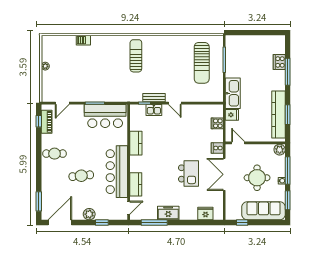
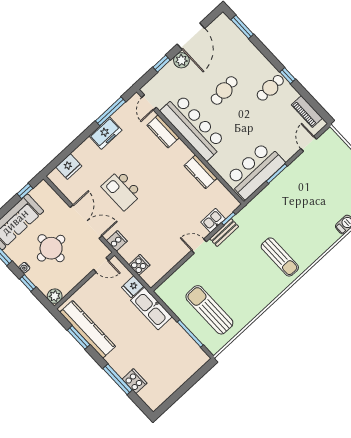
window: (39, 121) -> (288, 76), moved
window: (288, 171) -> (28, 283), width x0.46
door: (60, 223) -> (191, 36), moved

